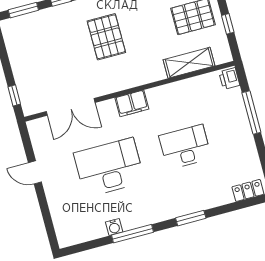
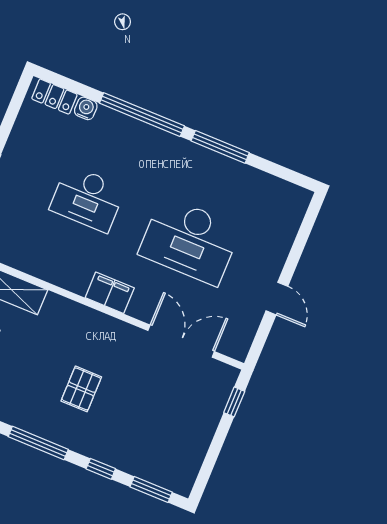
pallet: (106, 37) -> (81, 389), width x0.67, depth x0.71
window: (191, 218) -> (142, 115), width x2.11
water cooler: (114, 227) -> (86, 108), moved

